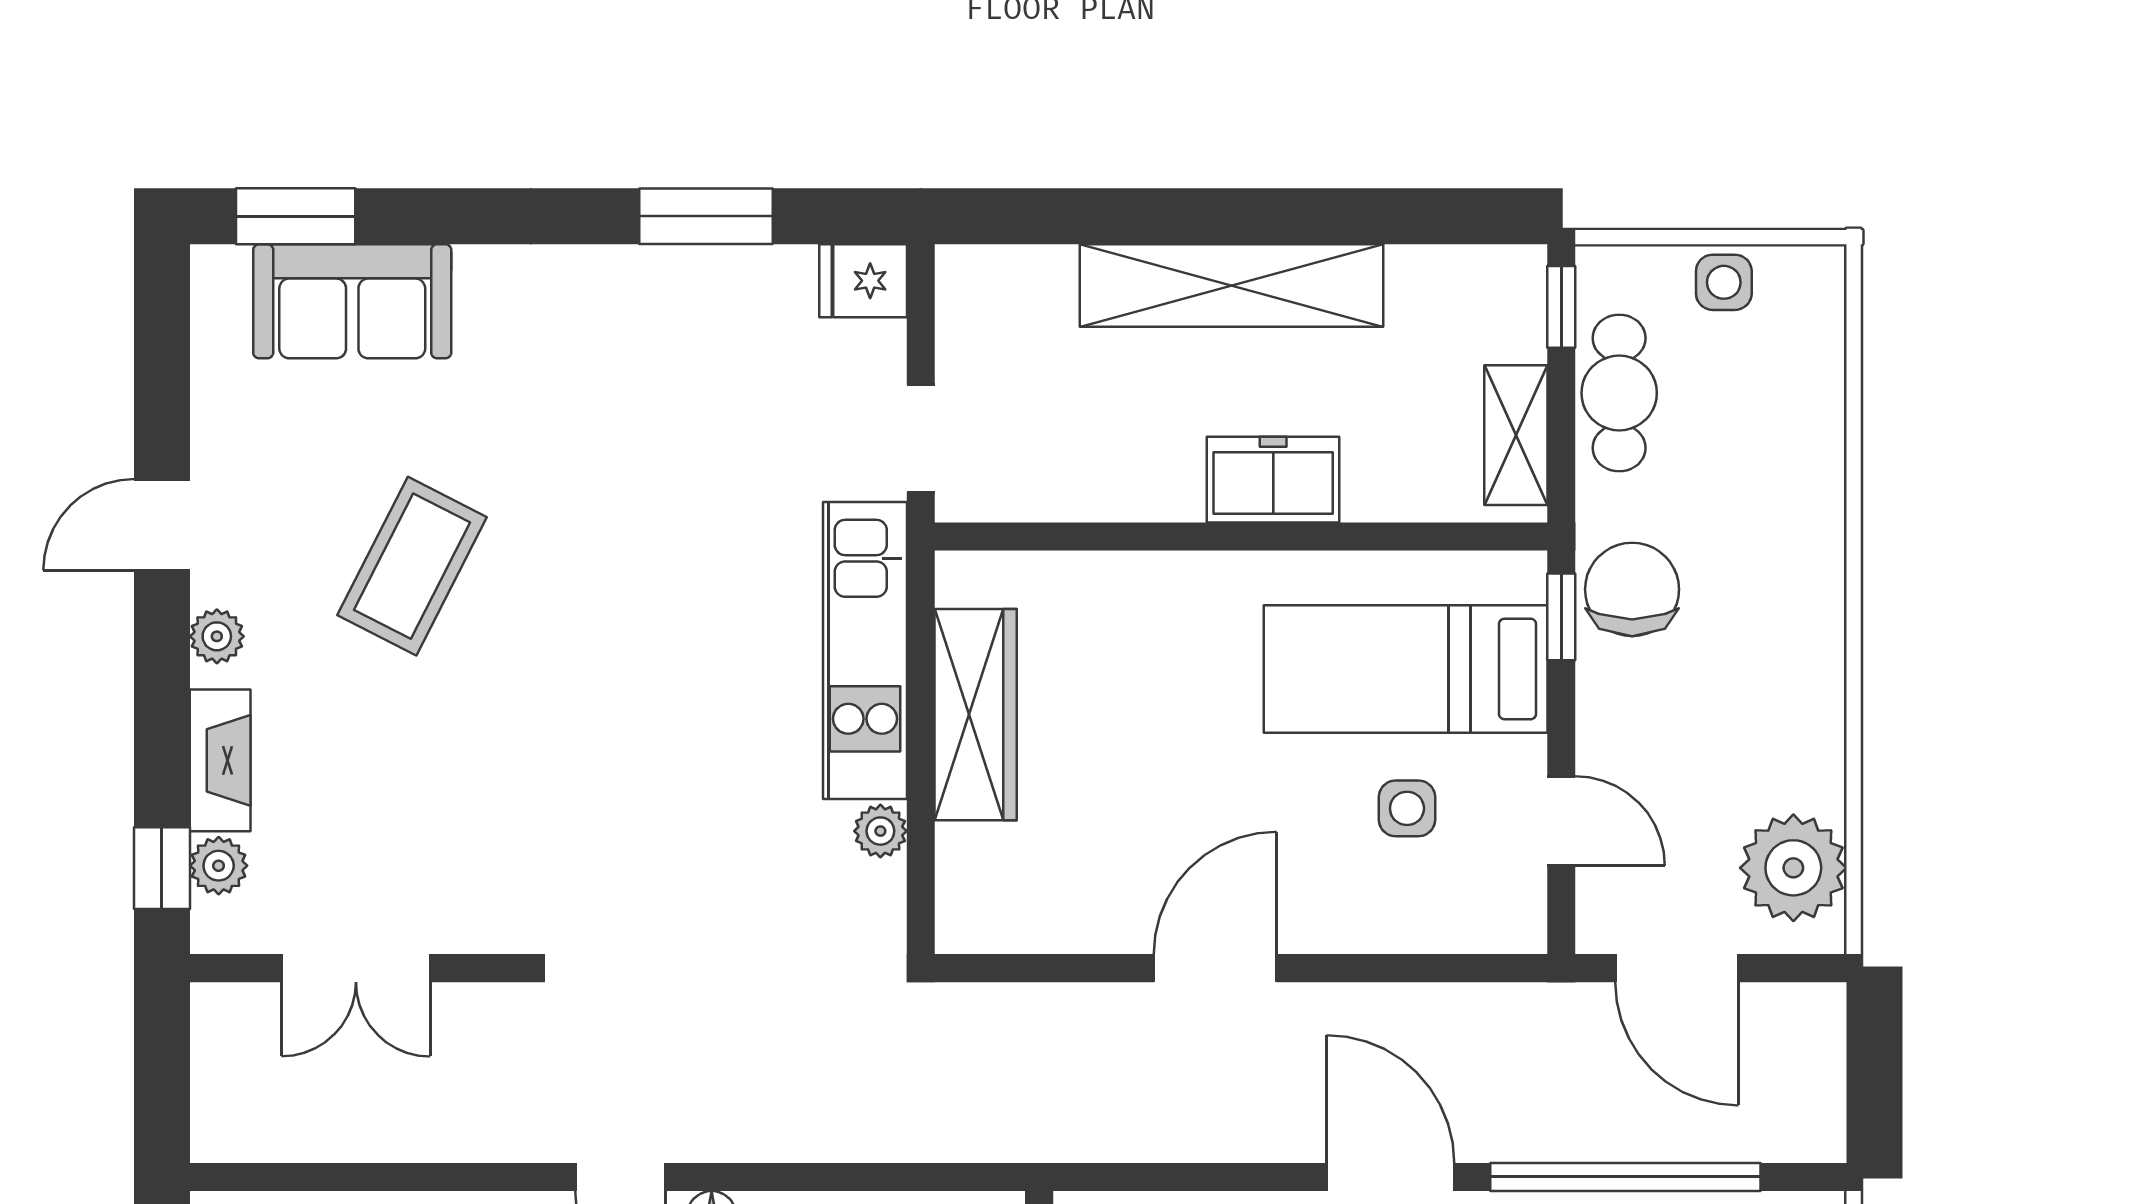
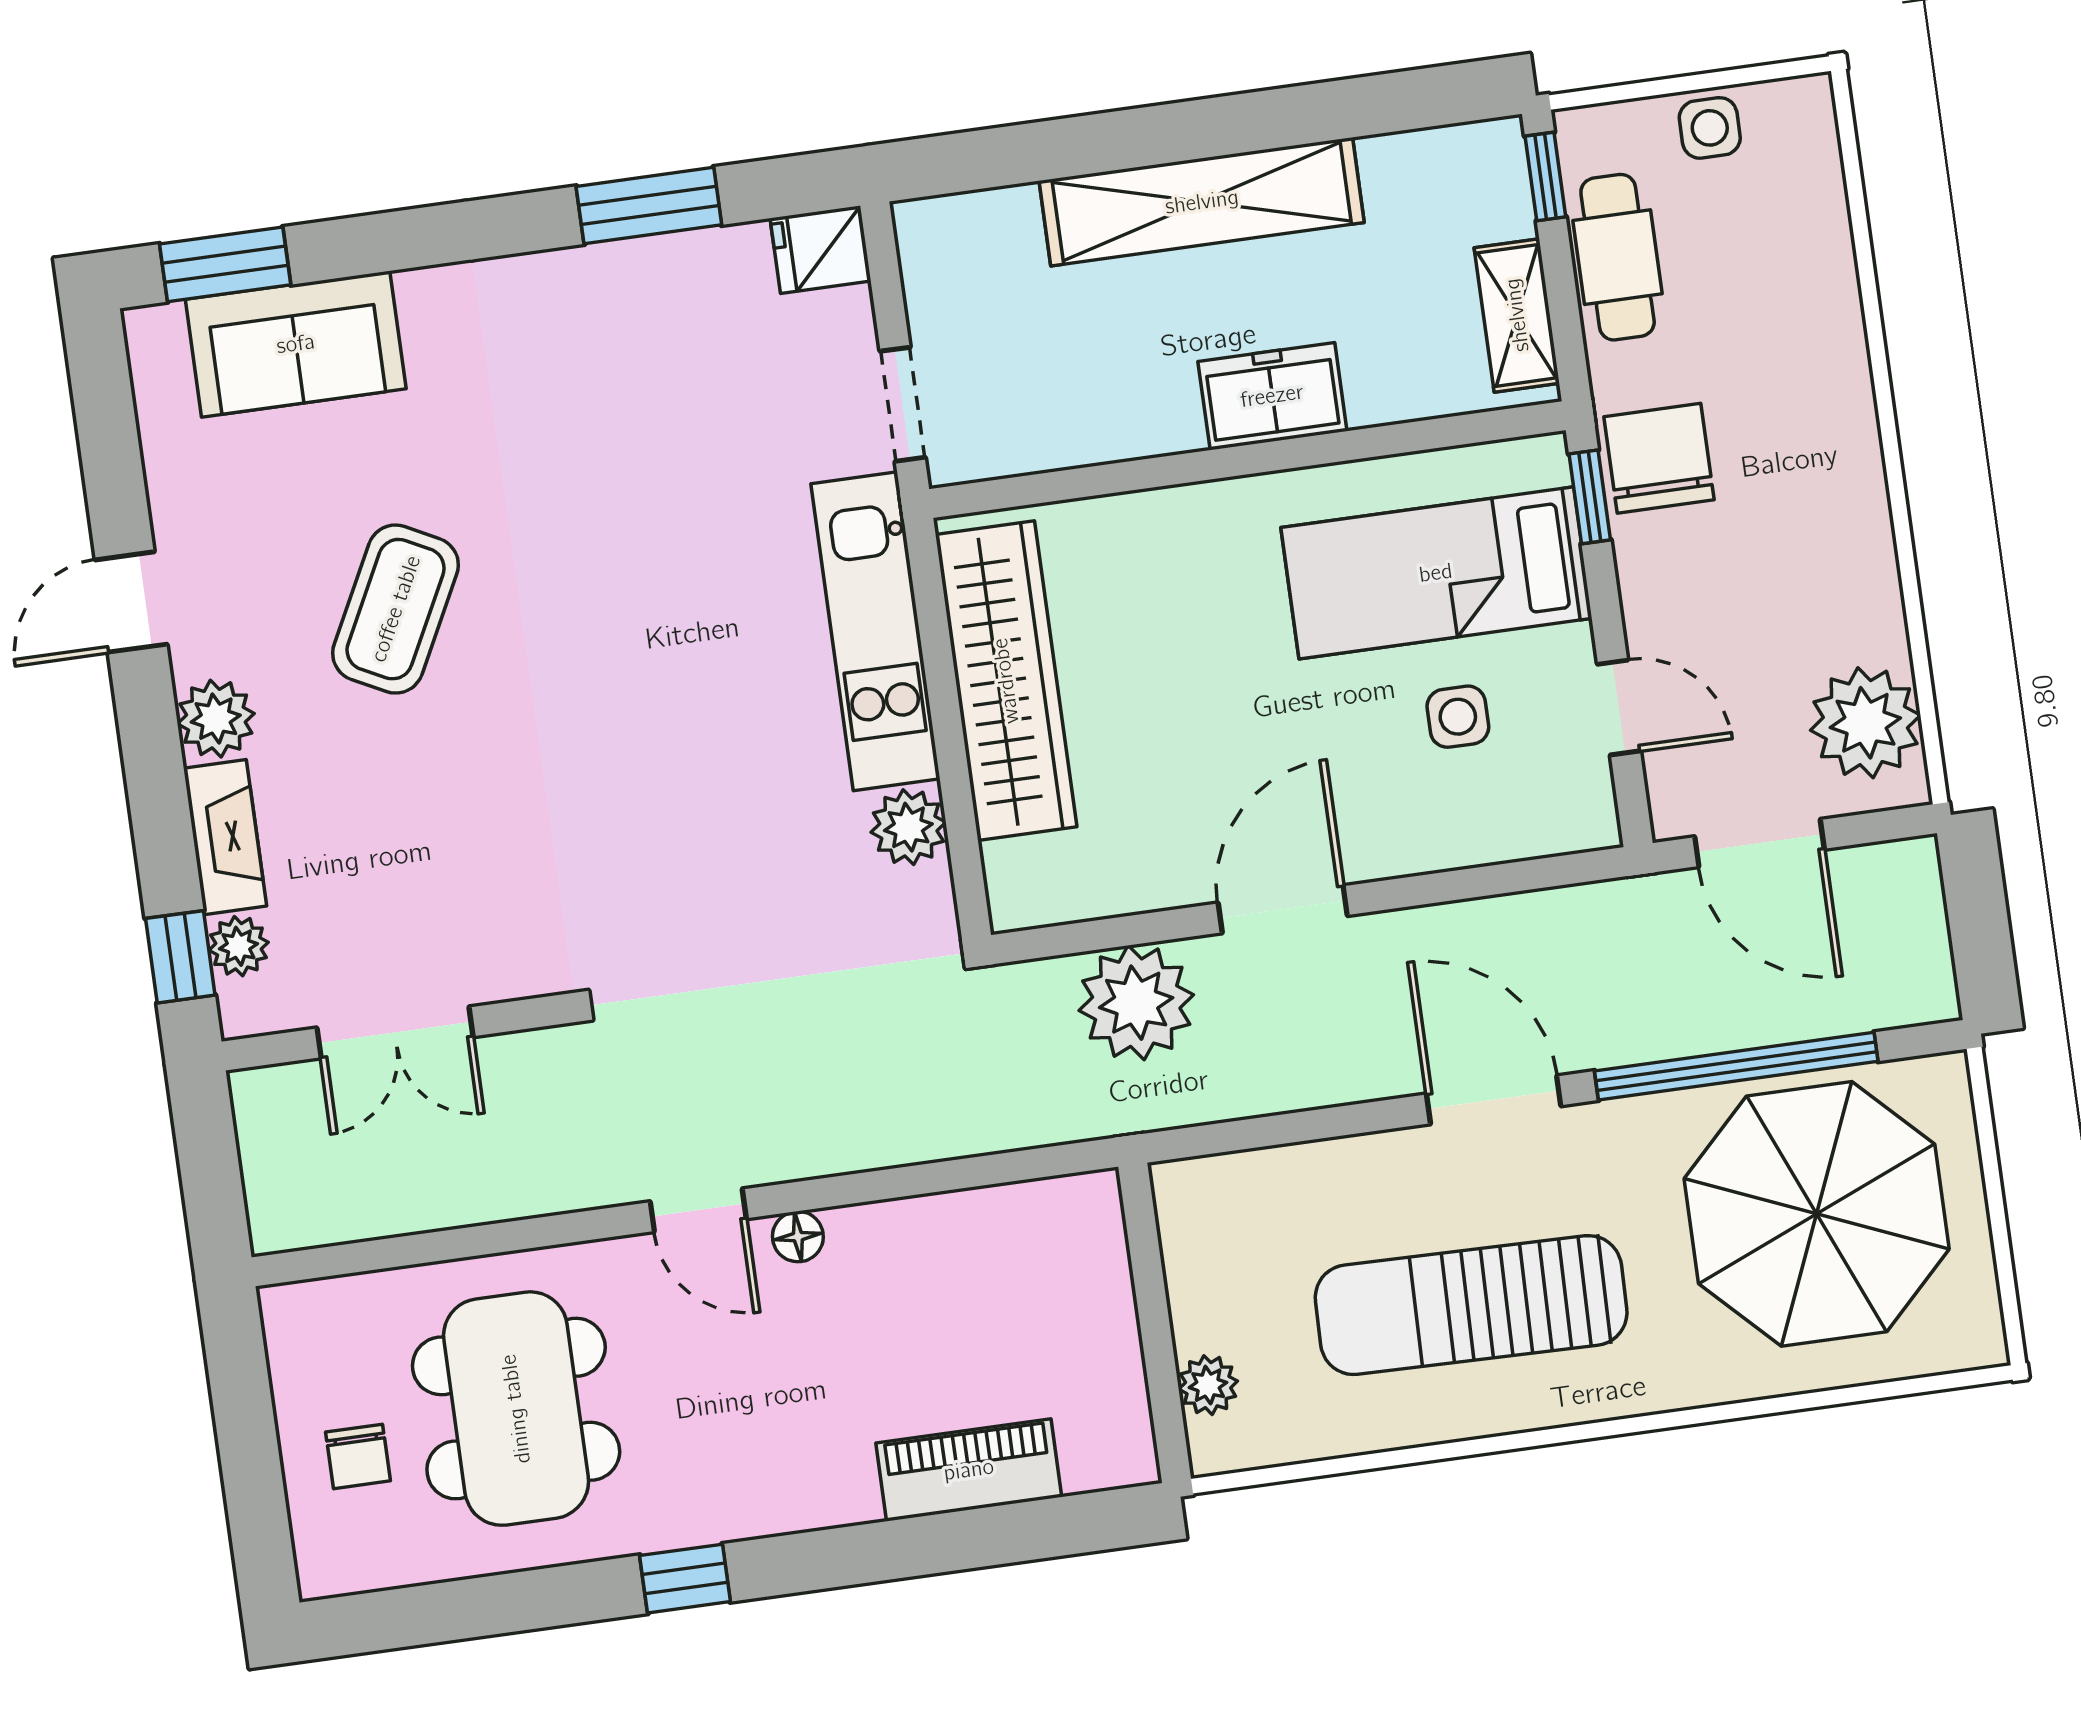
plant: (217, 636) -> (216, 719), width x1.38, depth x1.38
wardrobe: (976, 715) -> (1006, 681), width x1.40, depth x1.17
plant: (880, 831) -> (908, 827), width x1.38, depth x1.38
plant: (1064, 1038) -> (1136, 1003), added

